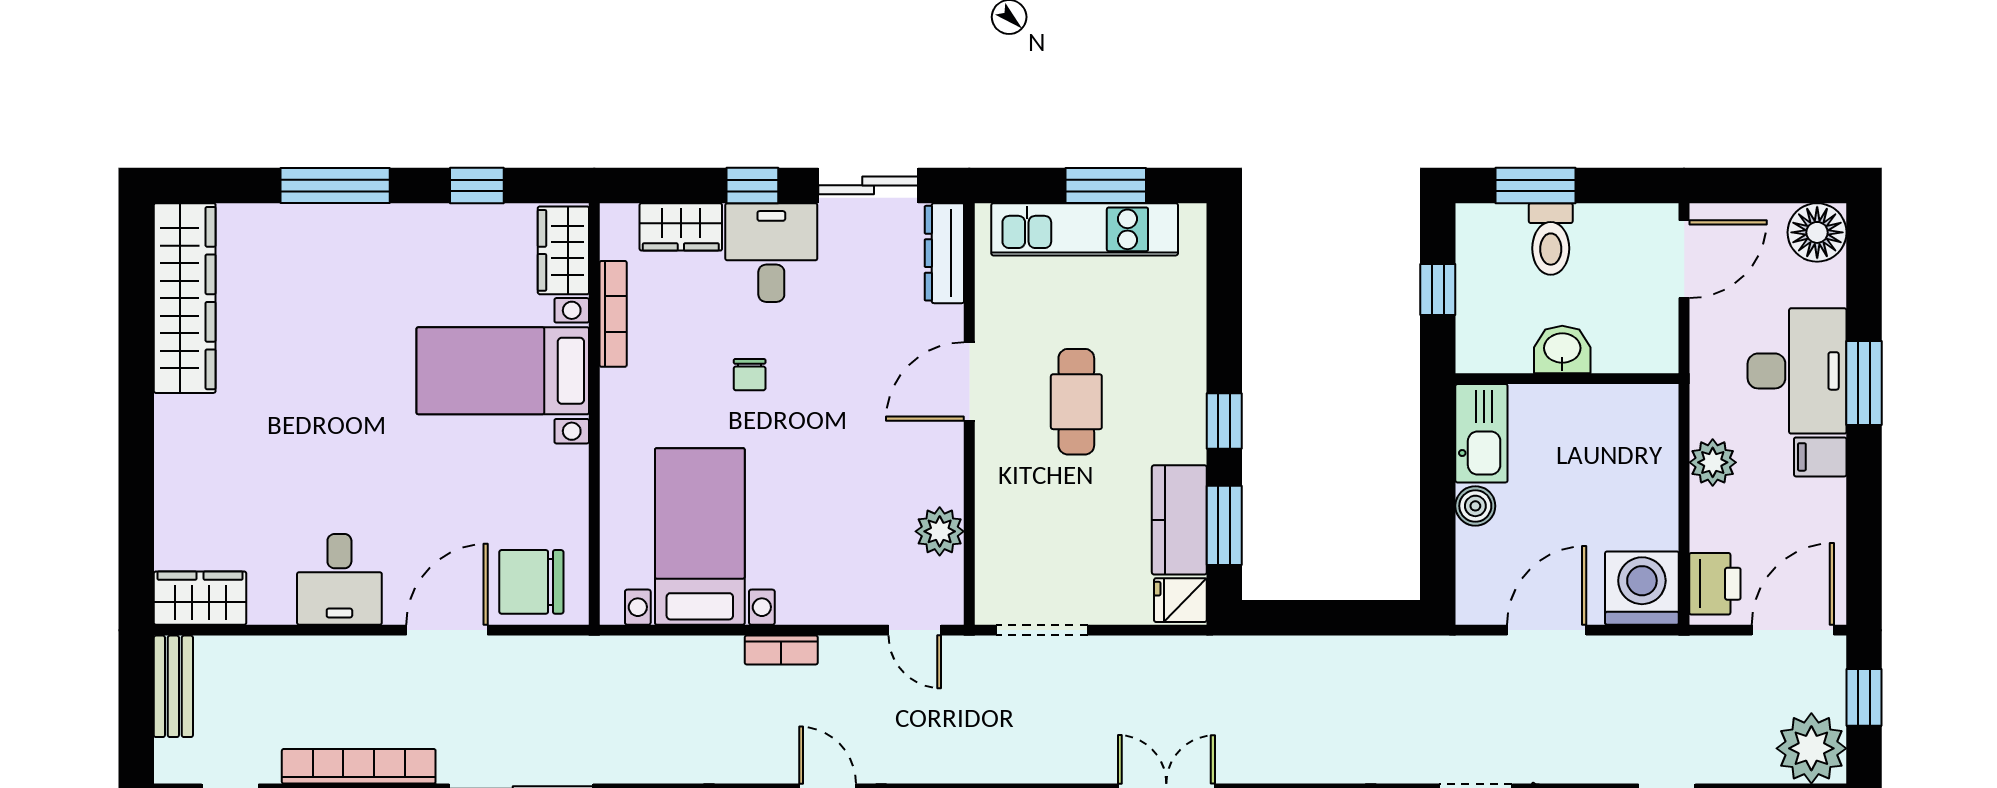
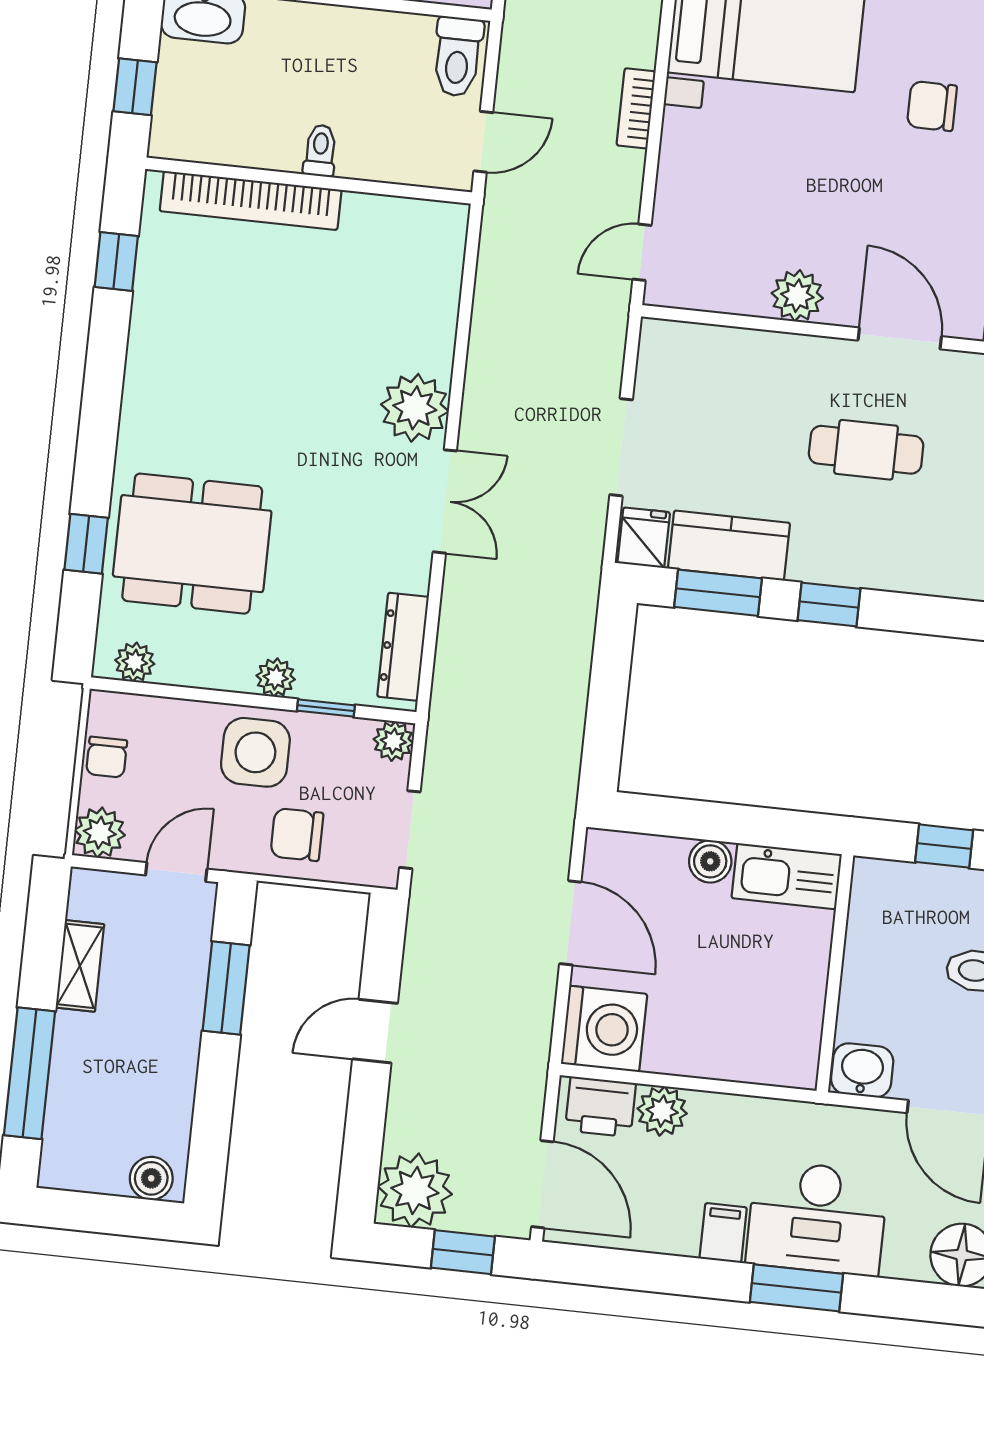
washbasin: (1562, 349) -> (862, 1070), moved, turned -90
chair: (750, 375) -> (932, 106), width x1.37, depth x1.37
plant: (1713, 462) -> (662, 1111), moved
plant: (940, 531) -> (797, 296), moved
doorway: (1042, 630) -> (621, 447), moved

